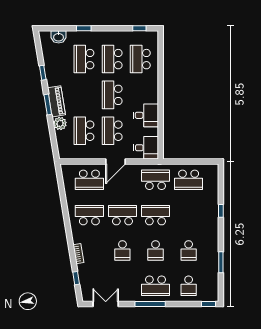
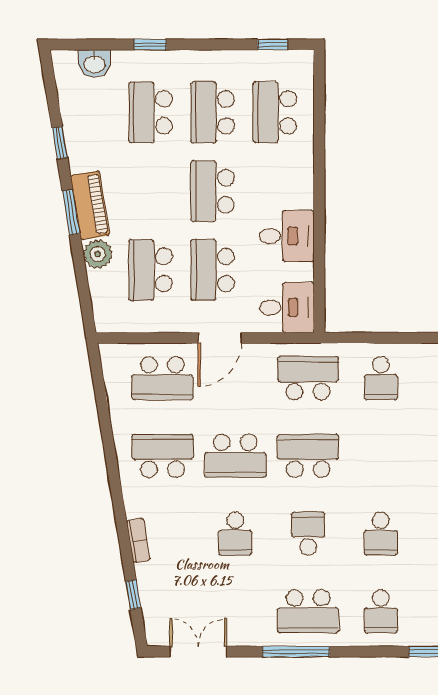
school desk: (189, 180) -> (381, 378), width x0.54
school desk: (122, 215) -> (235, 456), turned 180
school desk: (156, 250) -> (308, 534), turned 180

